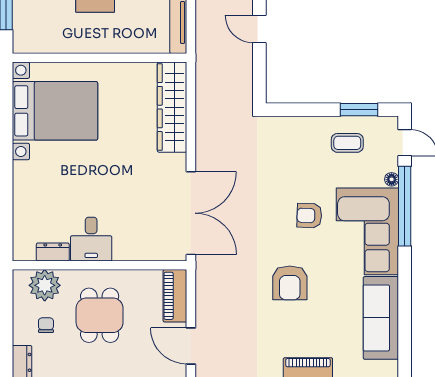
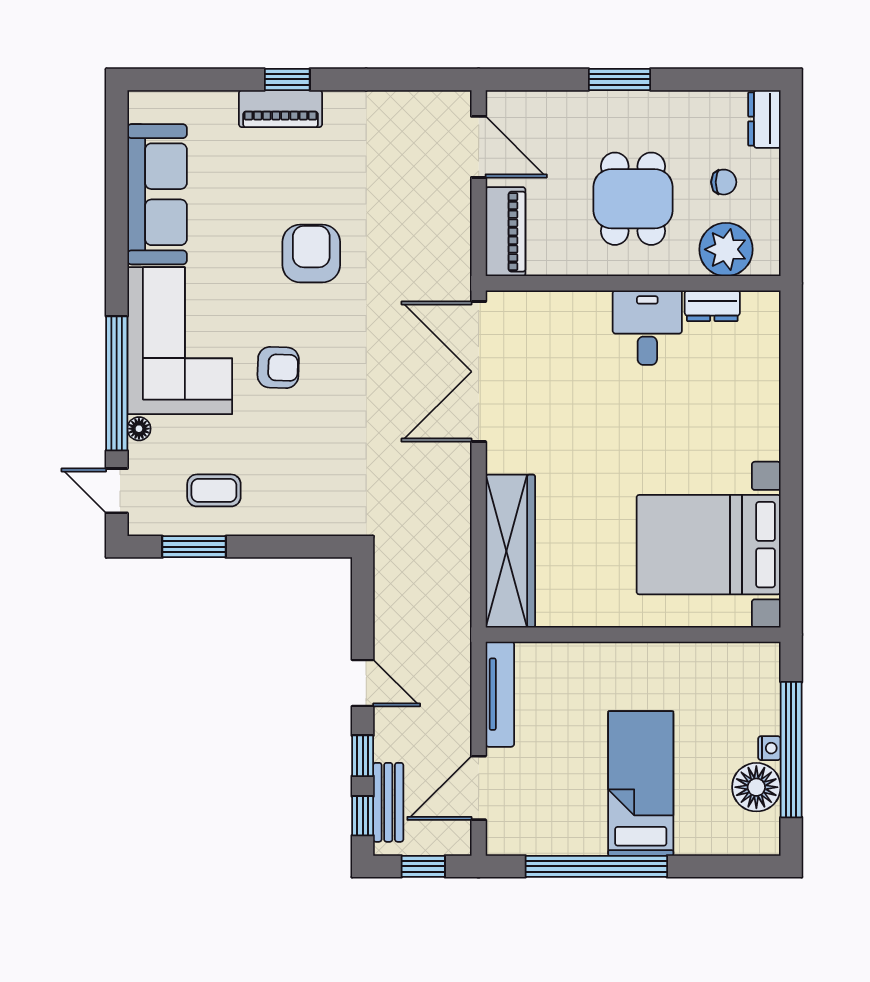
chair: (46, 325) -> (724, 182), turned -90

